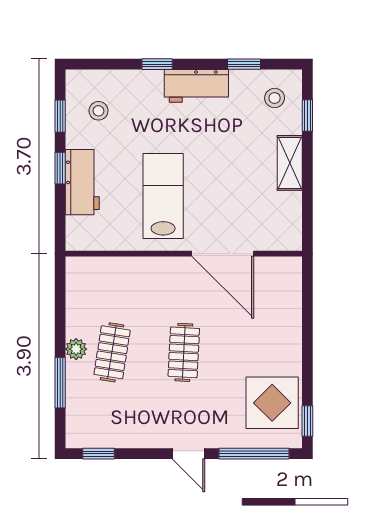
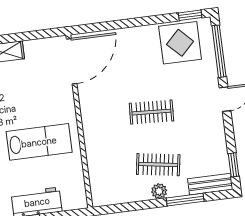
lab bench: (163, 196) -> (39, 142), turned 180
door: (223, 254) -> (72, 61), moved
bench: (77, 419) -> (210, 184), added

